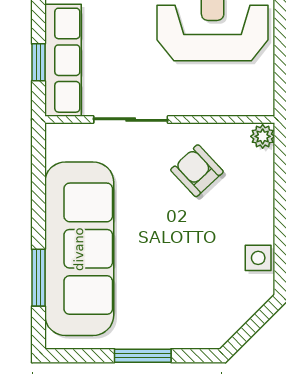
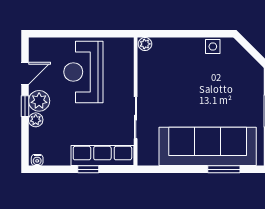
window: (38, 62) -> (88, 169), moved
armchair: (197, 171) -> (164, 81), removed

